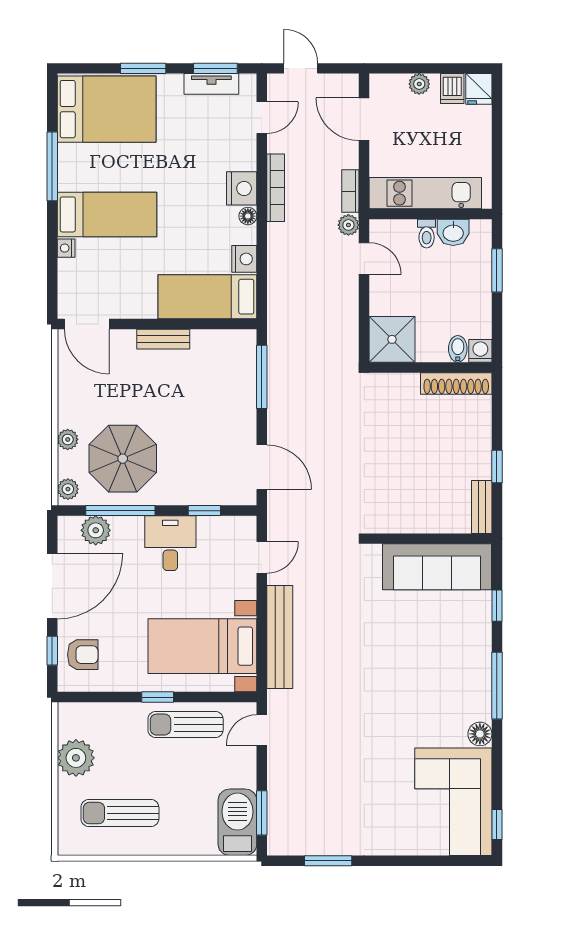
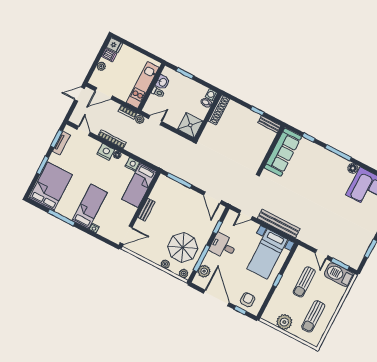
door: (301, 68) -> (79, 94), moved
door: (262, 467) -> (213, 198), swing flipped
door: (262, 557) -> (246, 215), swing flipped
sun lounger: (186, 725) -> (304, 282), moved
door: (262, 730) -> (322, 254), moved

